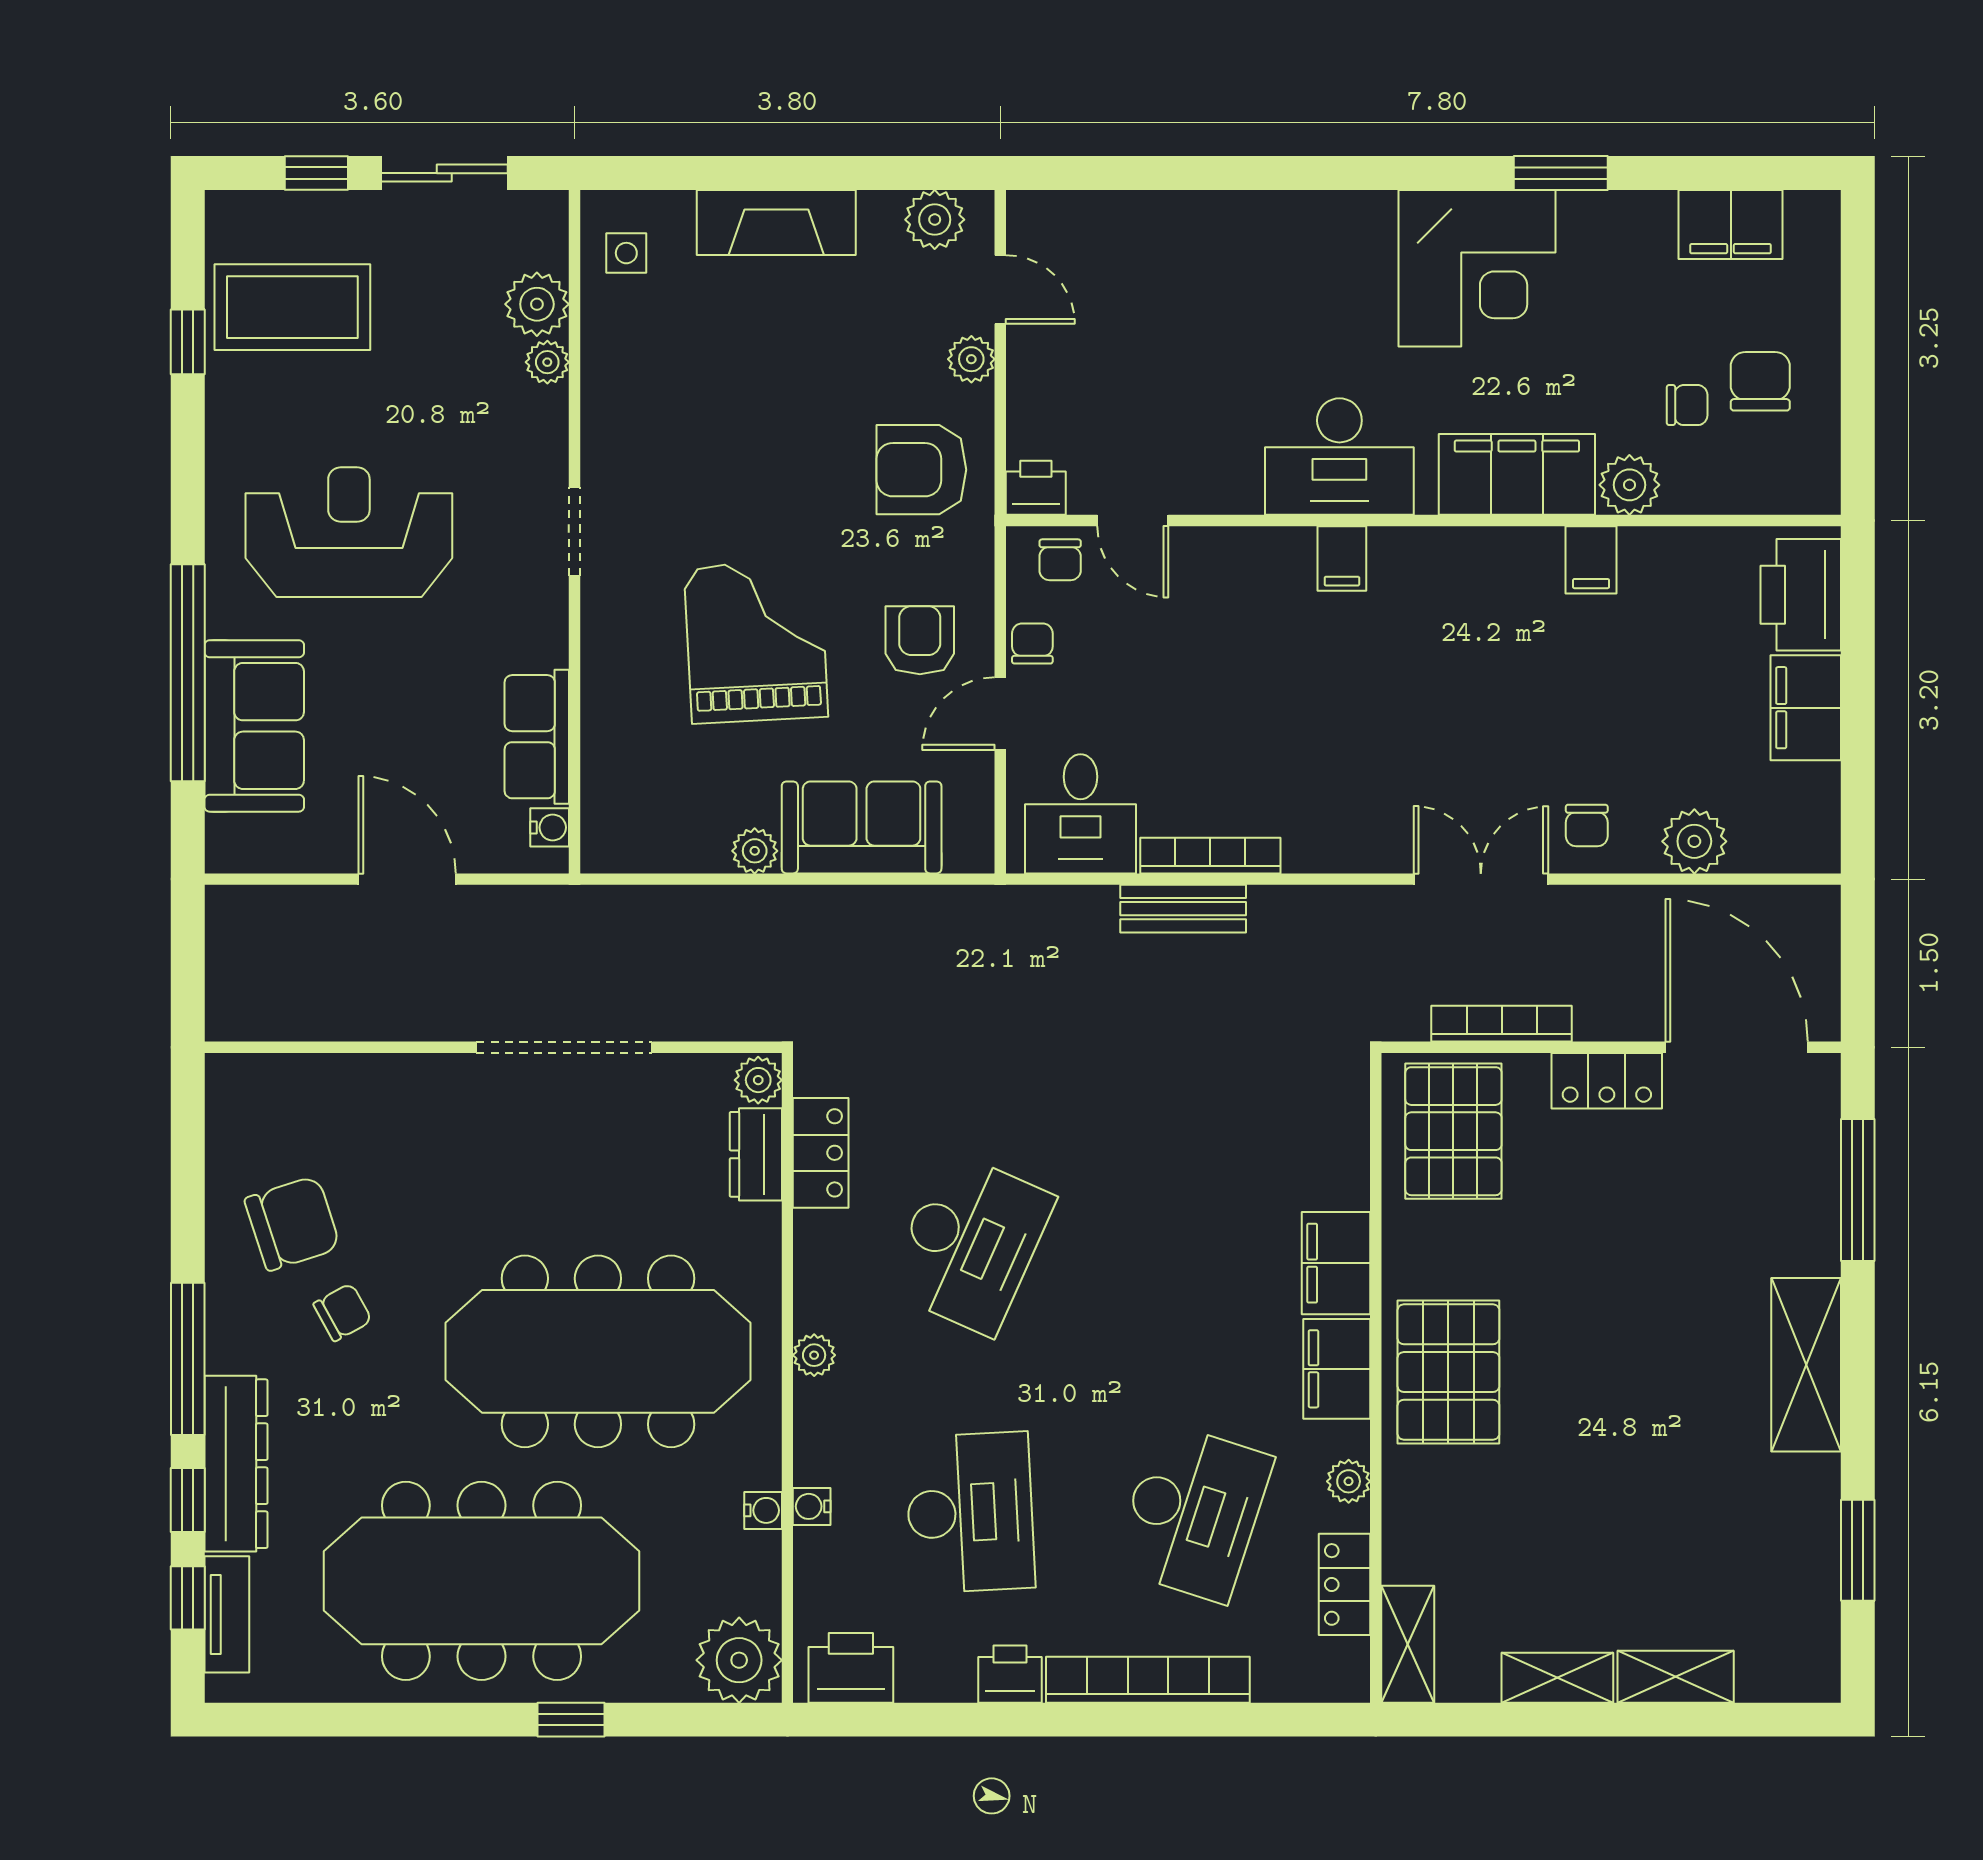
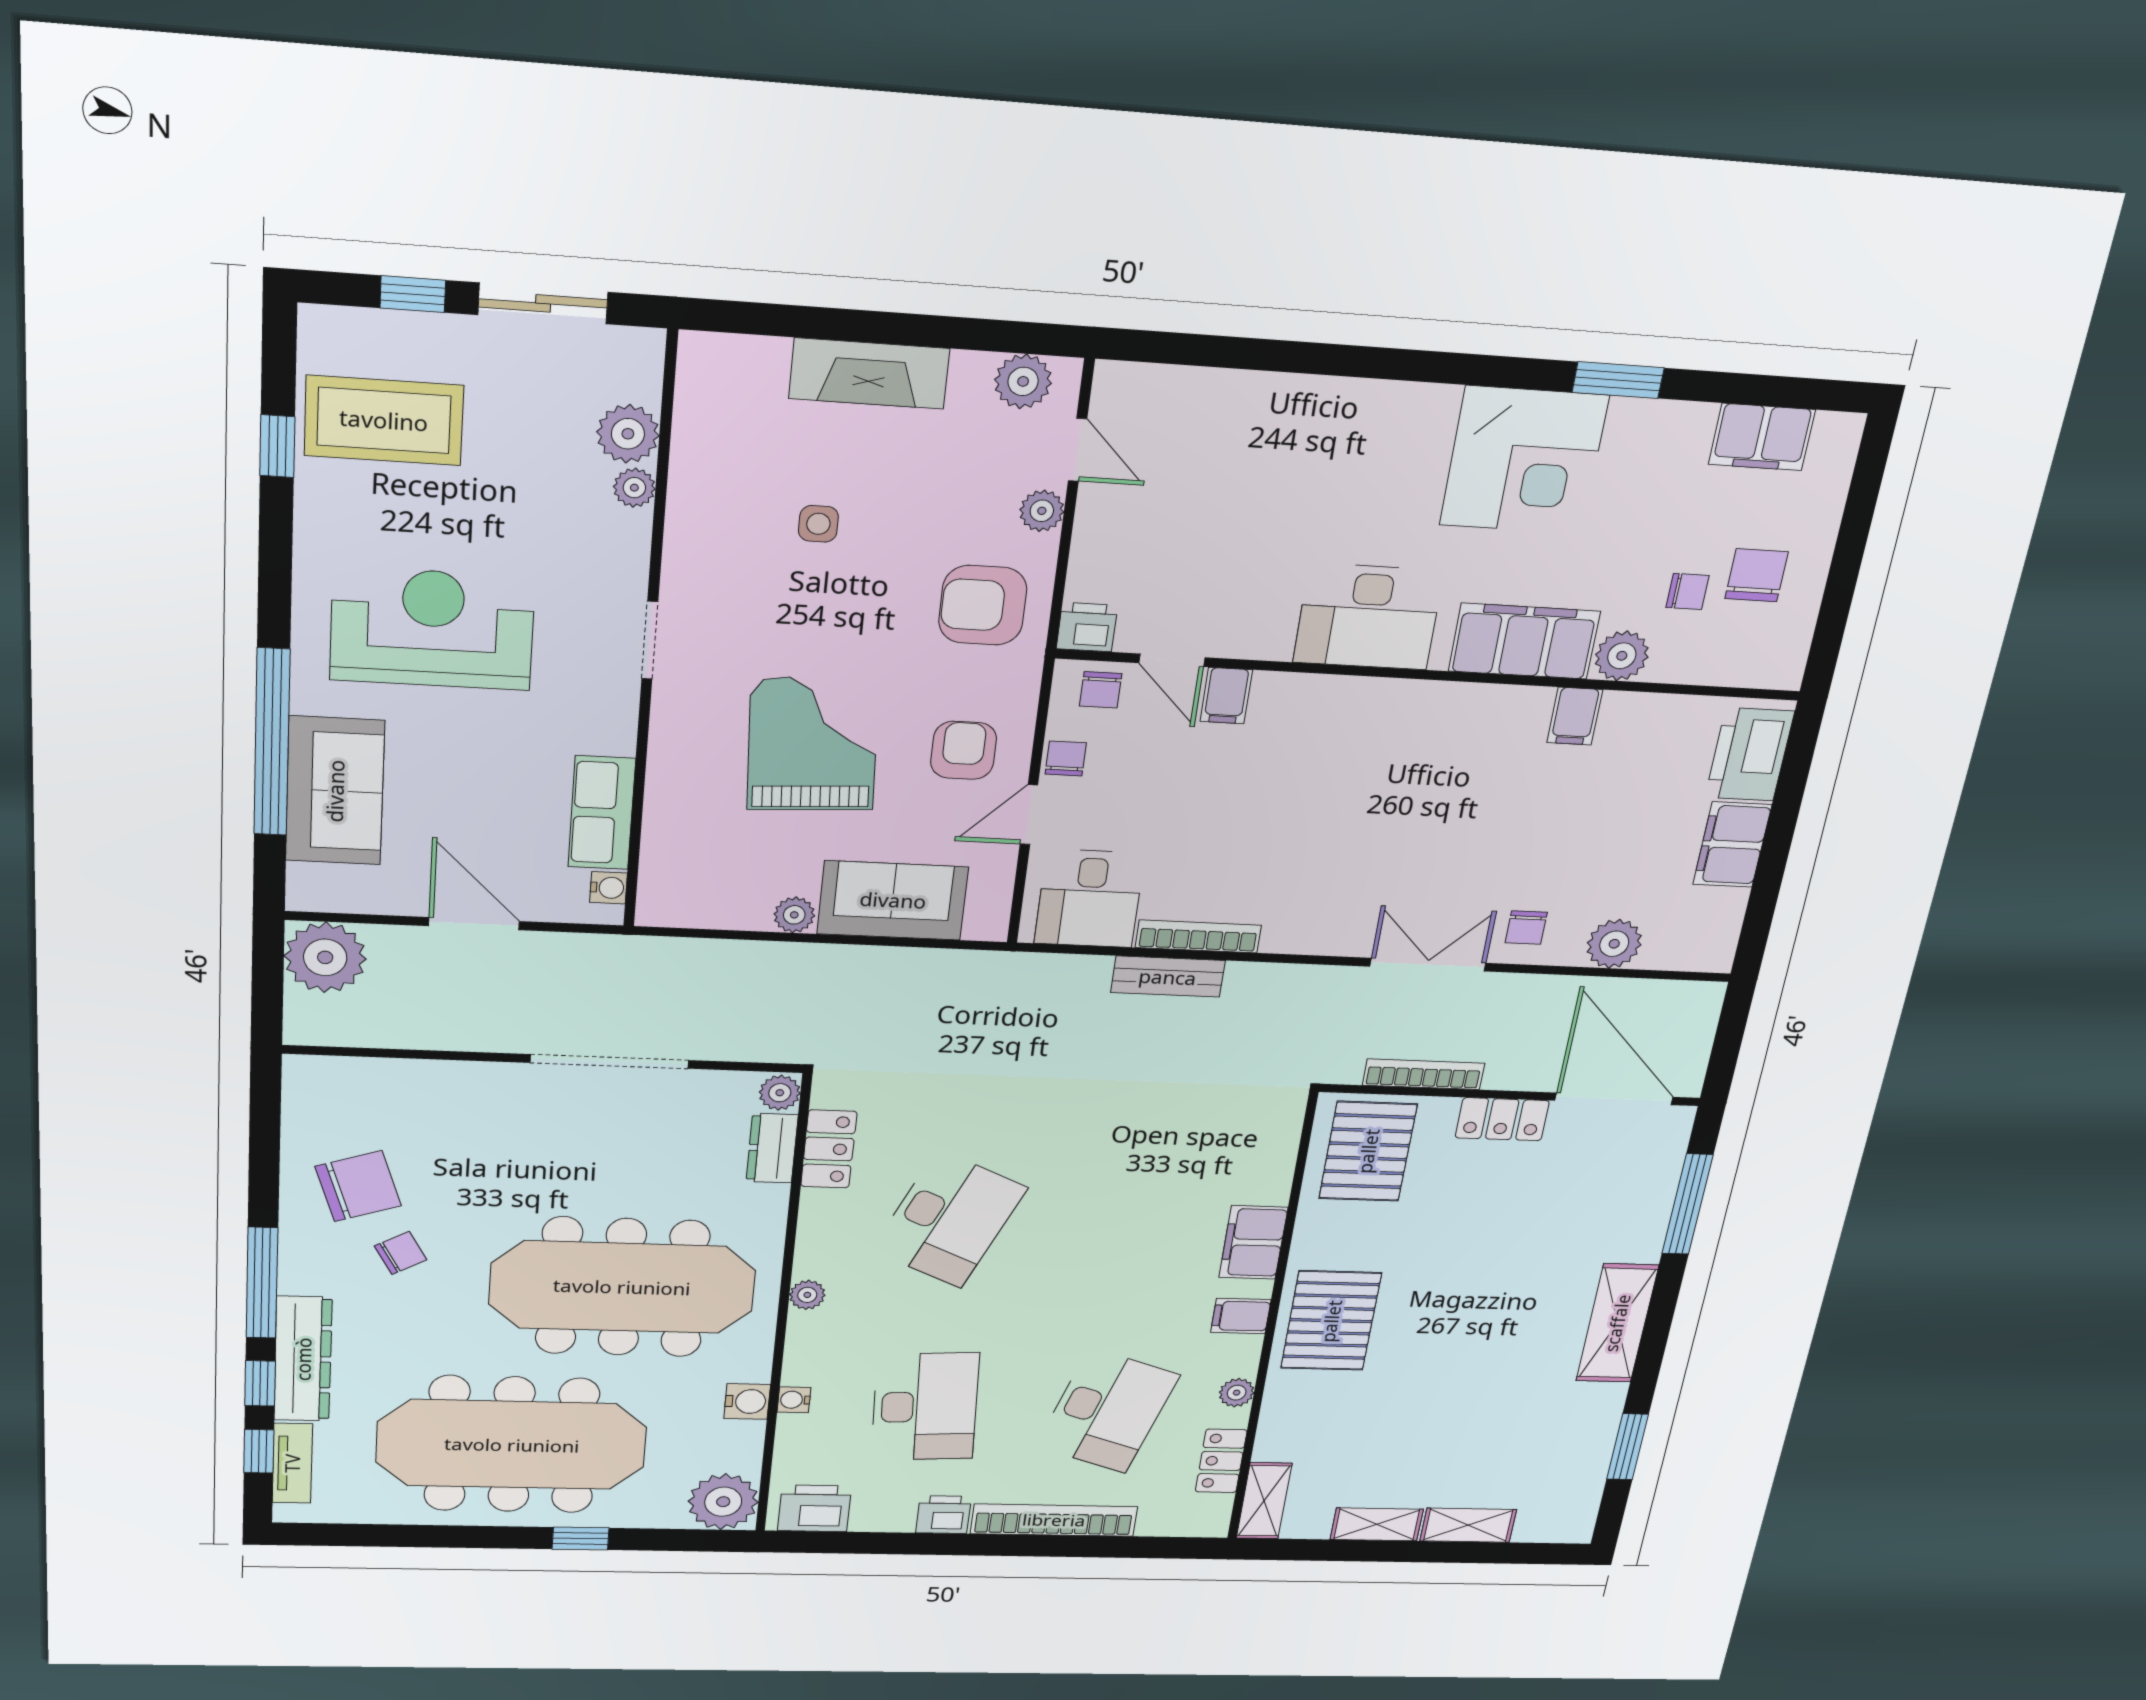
side table: (626, 253) -> (818, 524), moved
filing cabinet: (1342, 558) -> (1226, 696), moved
plant: (249, 929) -> (325, 957), added
filing cabinet: (1337, 1369) -> (1241, 1316), width x0.50
water cooler: (763, 1510) -> (747, 1401), width x1.38, depth x1.38

